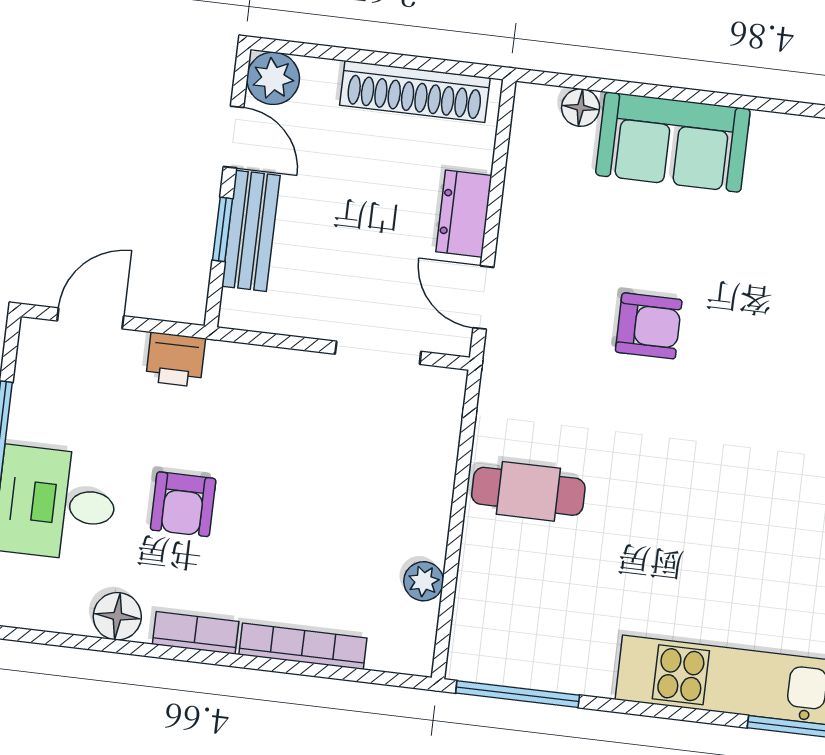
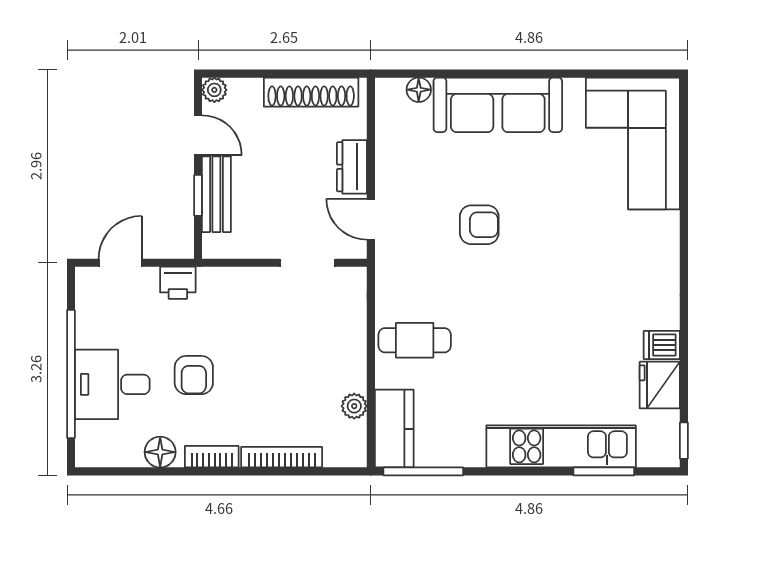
plant: (273, 78) -> (214, 90), width x0.73, depth x0.73
sofa: (673, 142) -> (498, 105), width x1.36
kitchen counter: (481, 623) -> (394, 429), added

